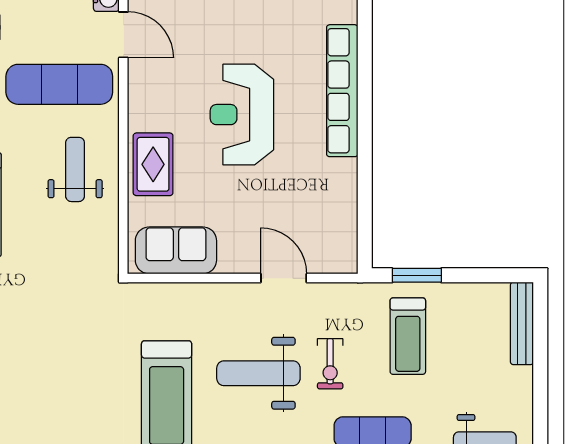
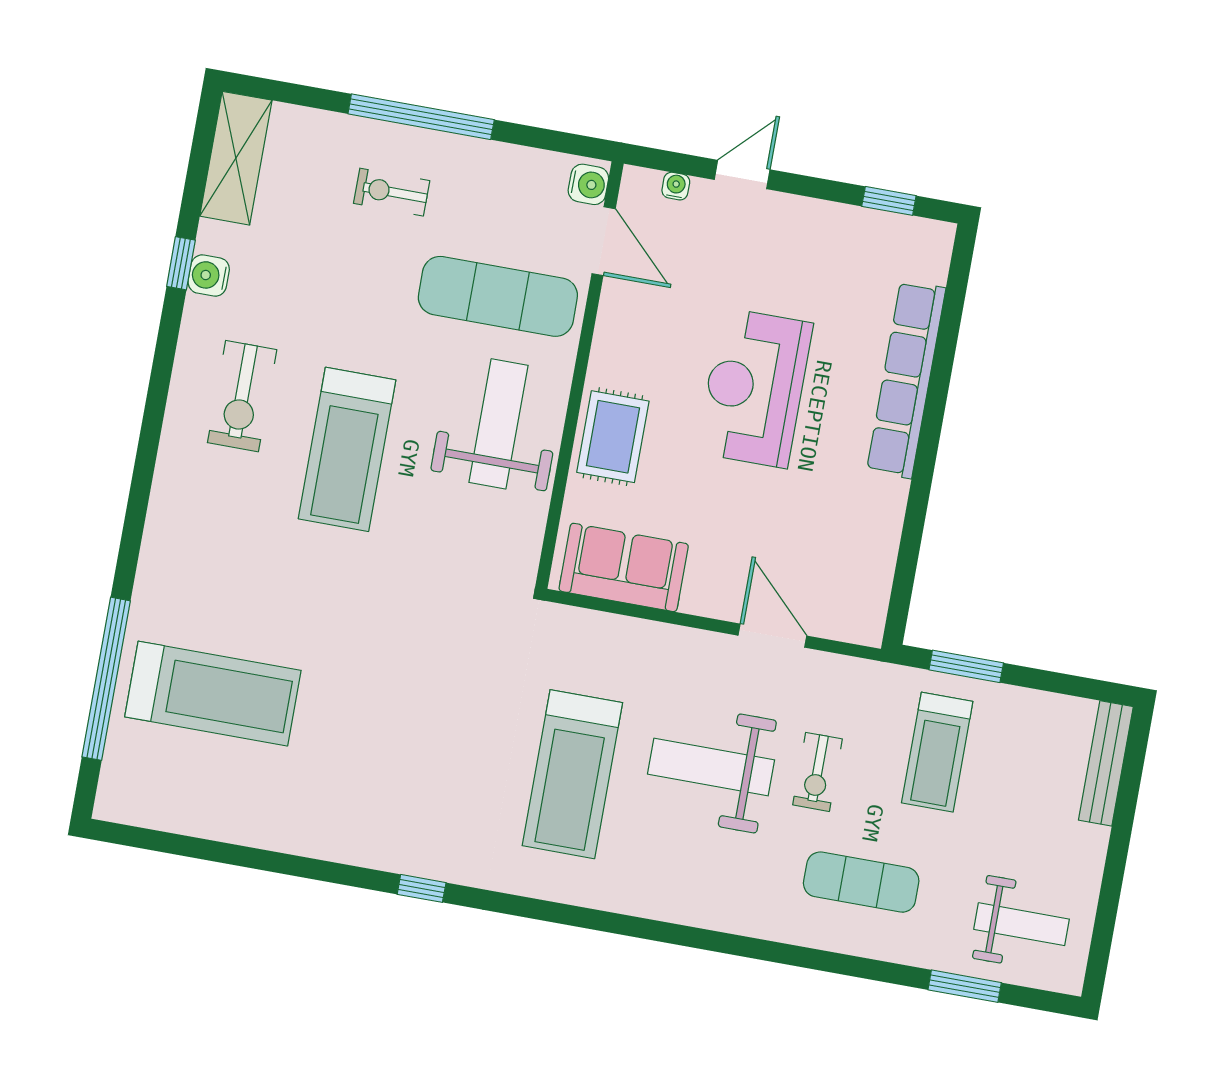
weight bench: (75, 169) -> (499, 424), width x1.36, depth x1.33

